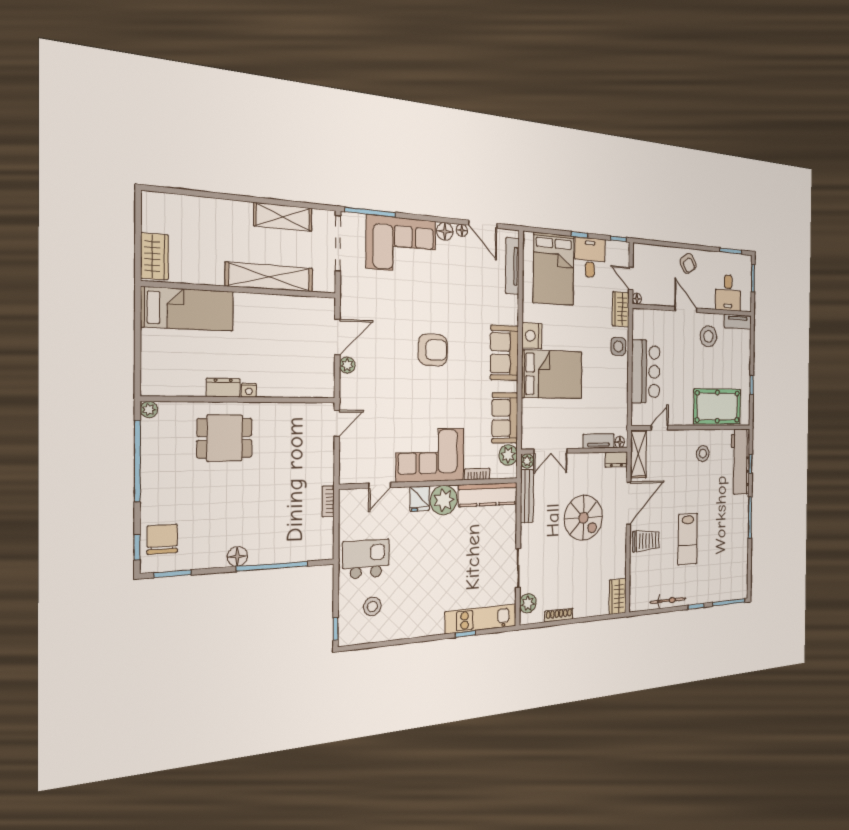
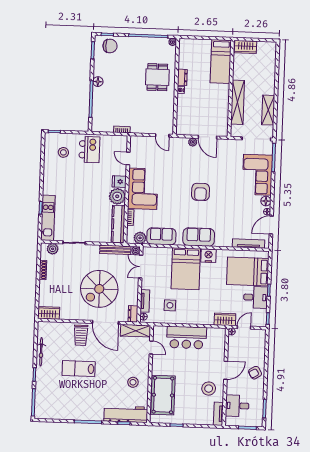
side table: (618, 346) -> (170, 305), moved
spiral stairs: (583, 518) -> (99, 289), width x1.37, depth x1.37

